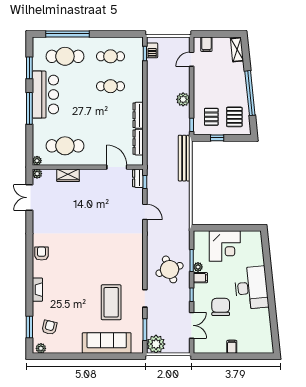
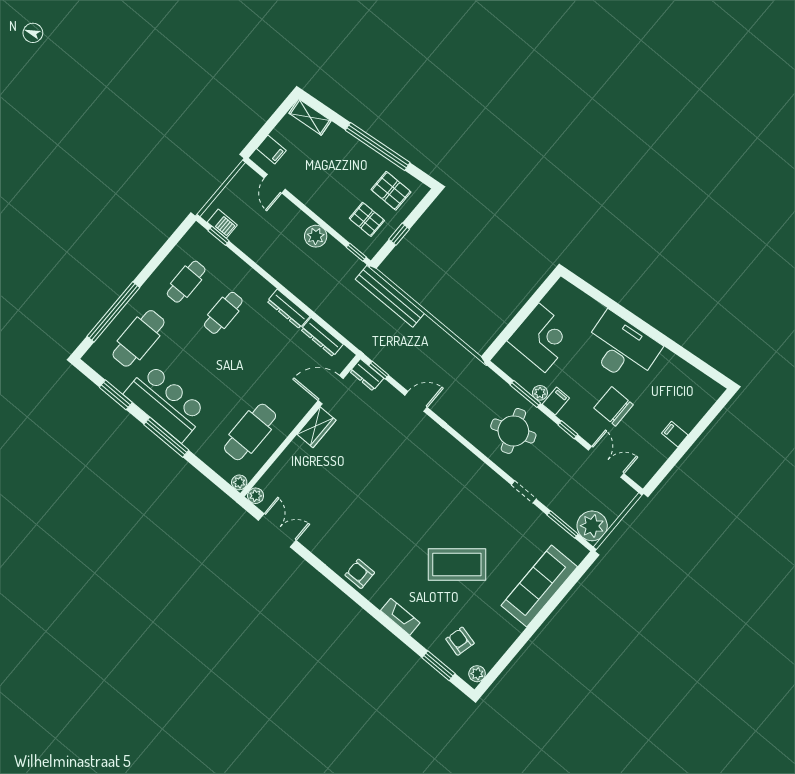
wardrobe: (68, 175) -> (316, 427), moved
double door: (29, 198) -> (277, 530), swing flipped
coffee table: (111, 302) -> (457, 565), moved, turned -40

